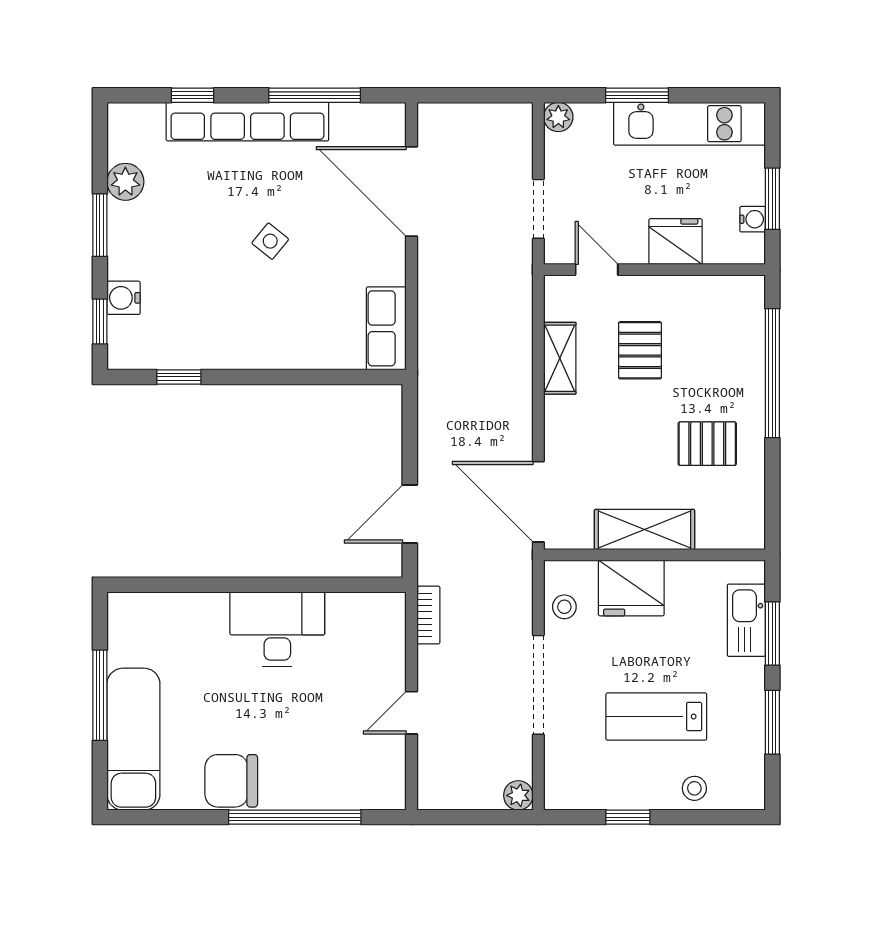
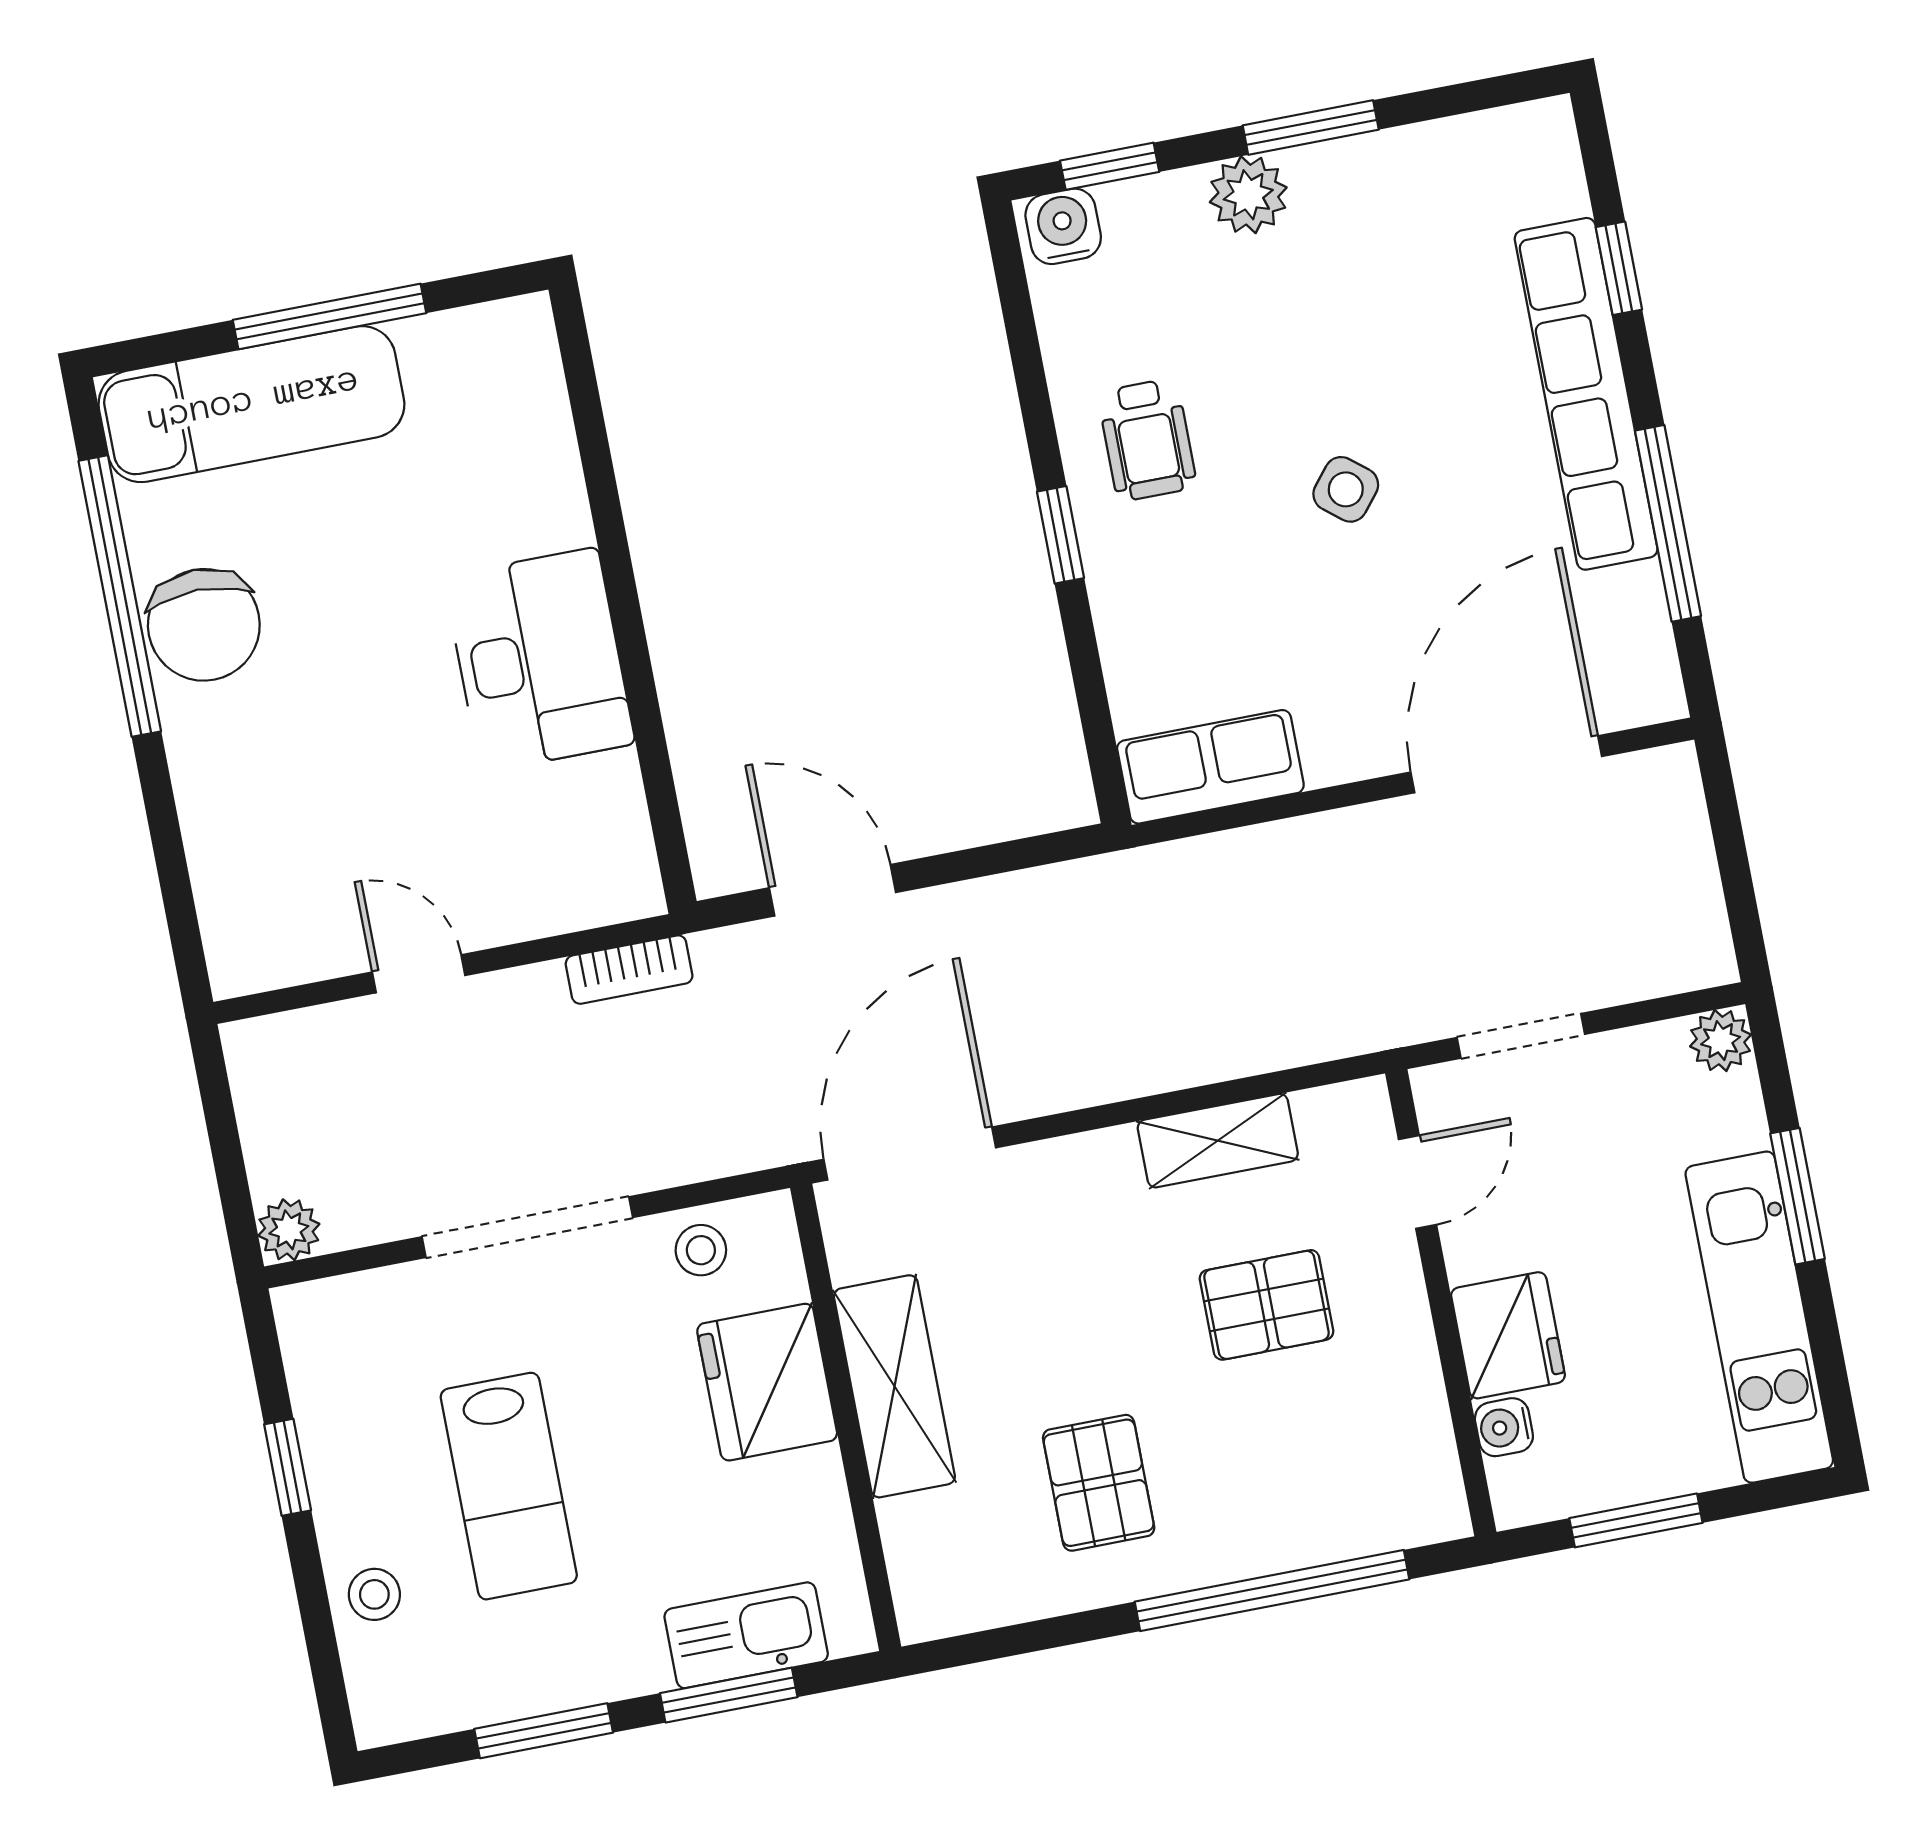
plant: (125, 182) -> (1248, 195), moved
water cooler: (753, 219) -> (1504, 1427), moved, turned 90
water cooler: (124, 298) -> (1063, 226), moved
wheelchair: (230, 328) -> (1147, 440), added
window: (179, 377) -> (1061, 535), moved
lab bench: (656, 717) -> (509, 1486), turned 180
chair: (231, 781) -> (204, 625), turned 180
window: (295, 817) -> (120, 596), moved

